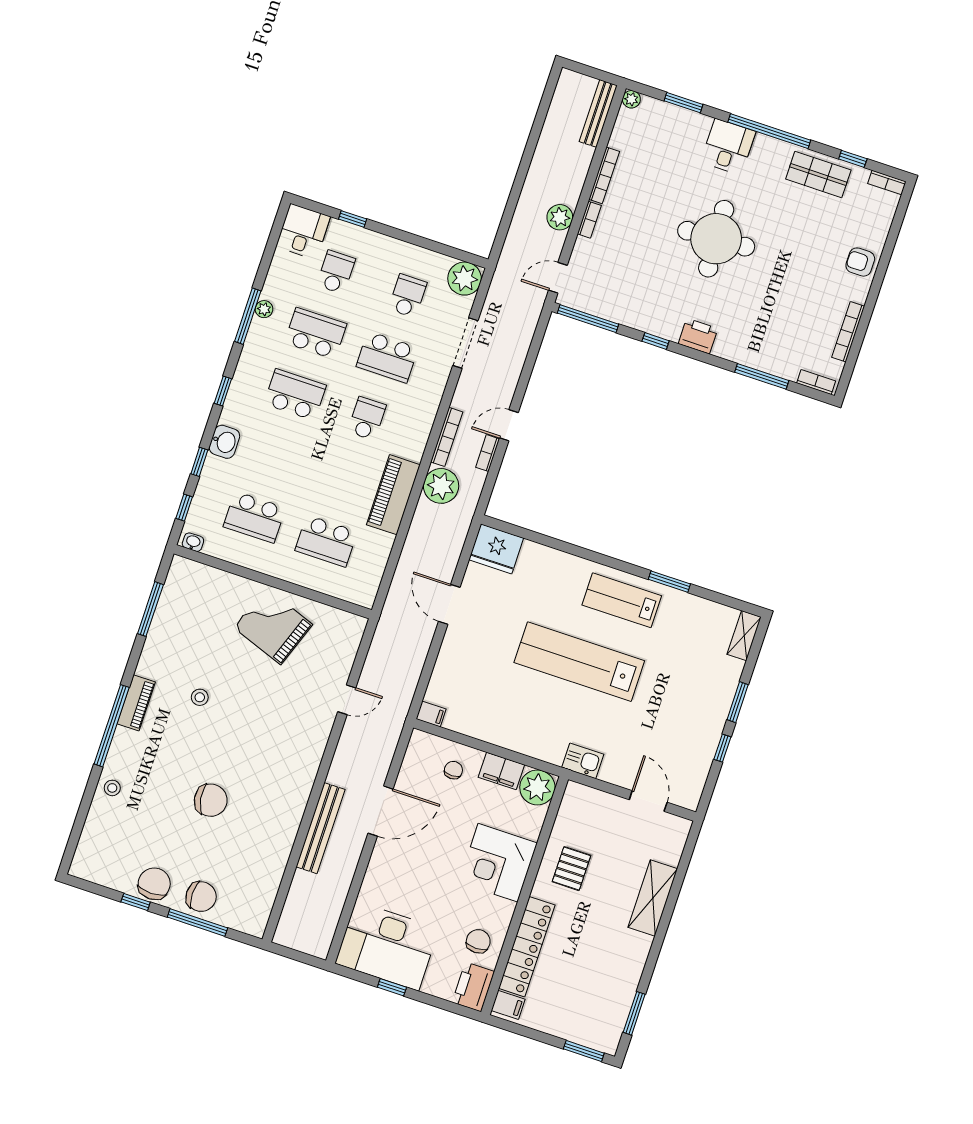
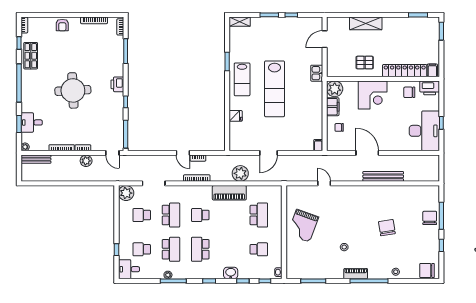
desk: (728, 147) -> (32, 122), moved
school desk: (316, 333) -> (171, 249), turned 180
plant: (441, 486) -> (240, 173), moved
school desk: (254, 517) -> (259, 249), width x0.54
fridge: (496, 549) -> (236, 116), moved, width x0.53, depth x0.75
chair: (154, 884) -> (427, 271), moved

